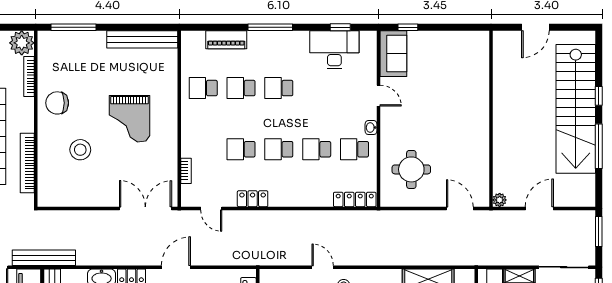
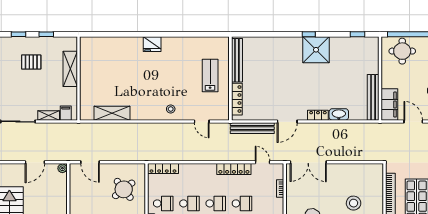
round table: (411, 169) -> (124, 189), turned -38
locker: (253, 199) -> (234, 169), width x1.53
bench: (44, 258) -> (252, 128), moved
door: (323, 267) -> (202, 122), moved

